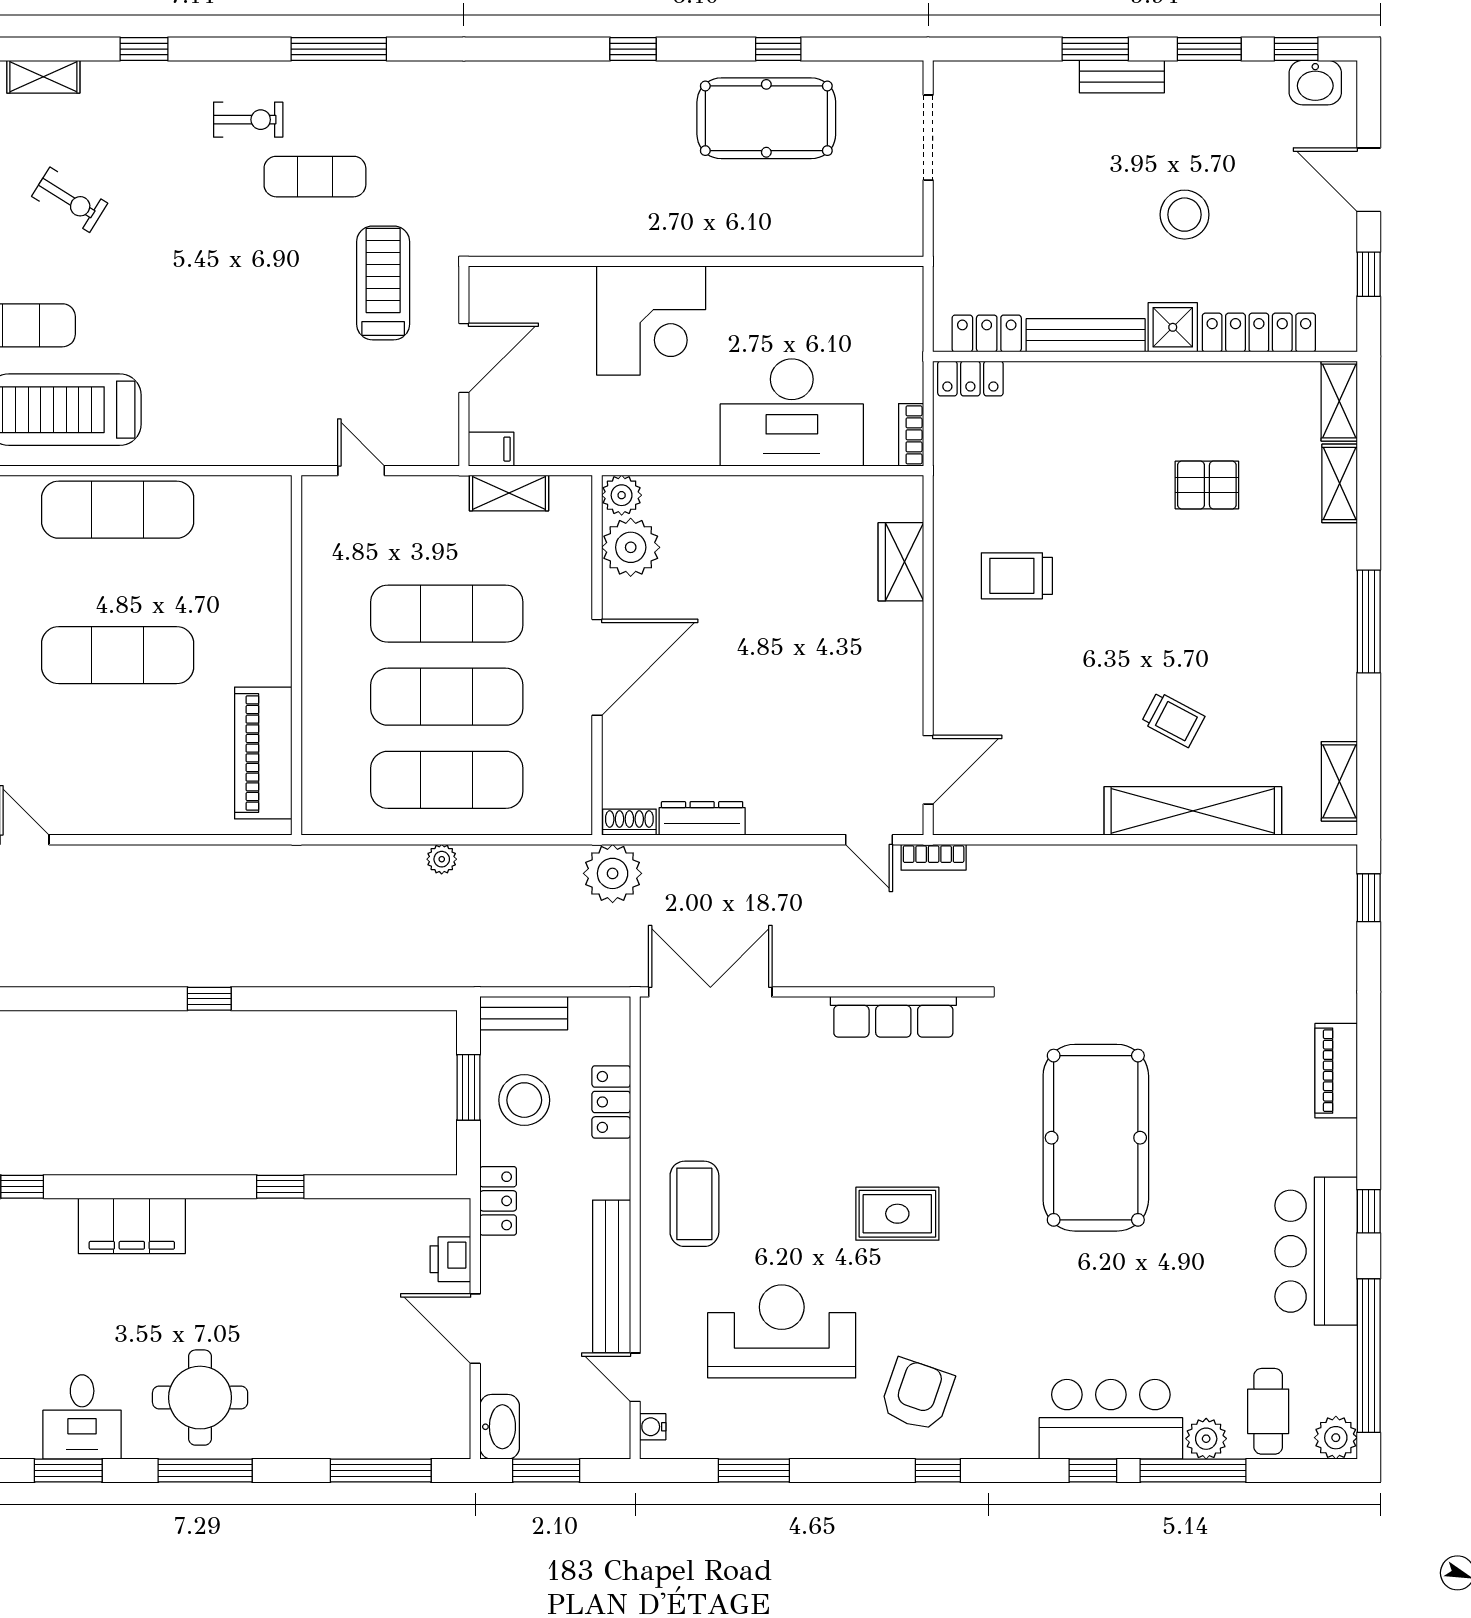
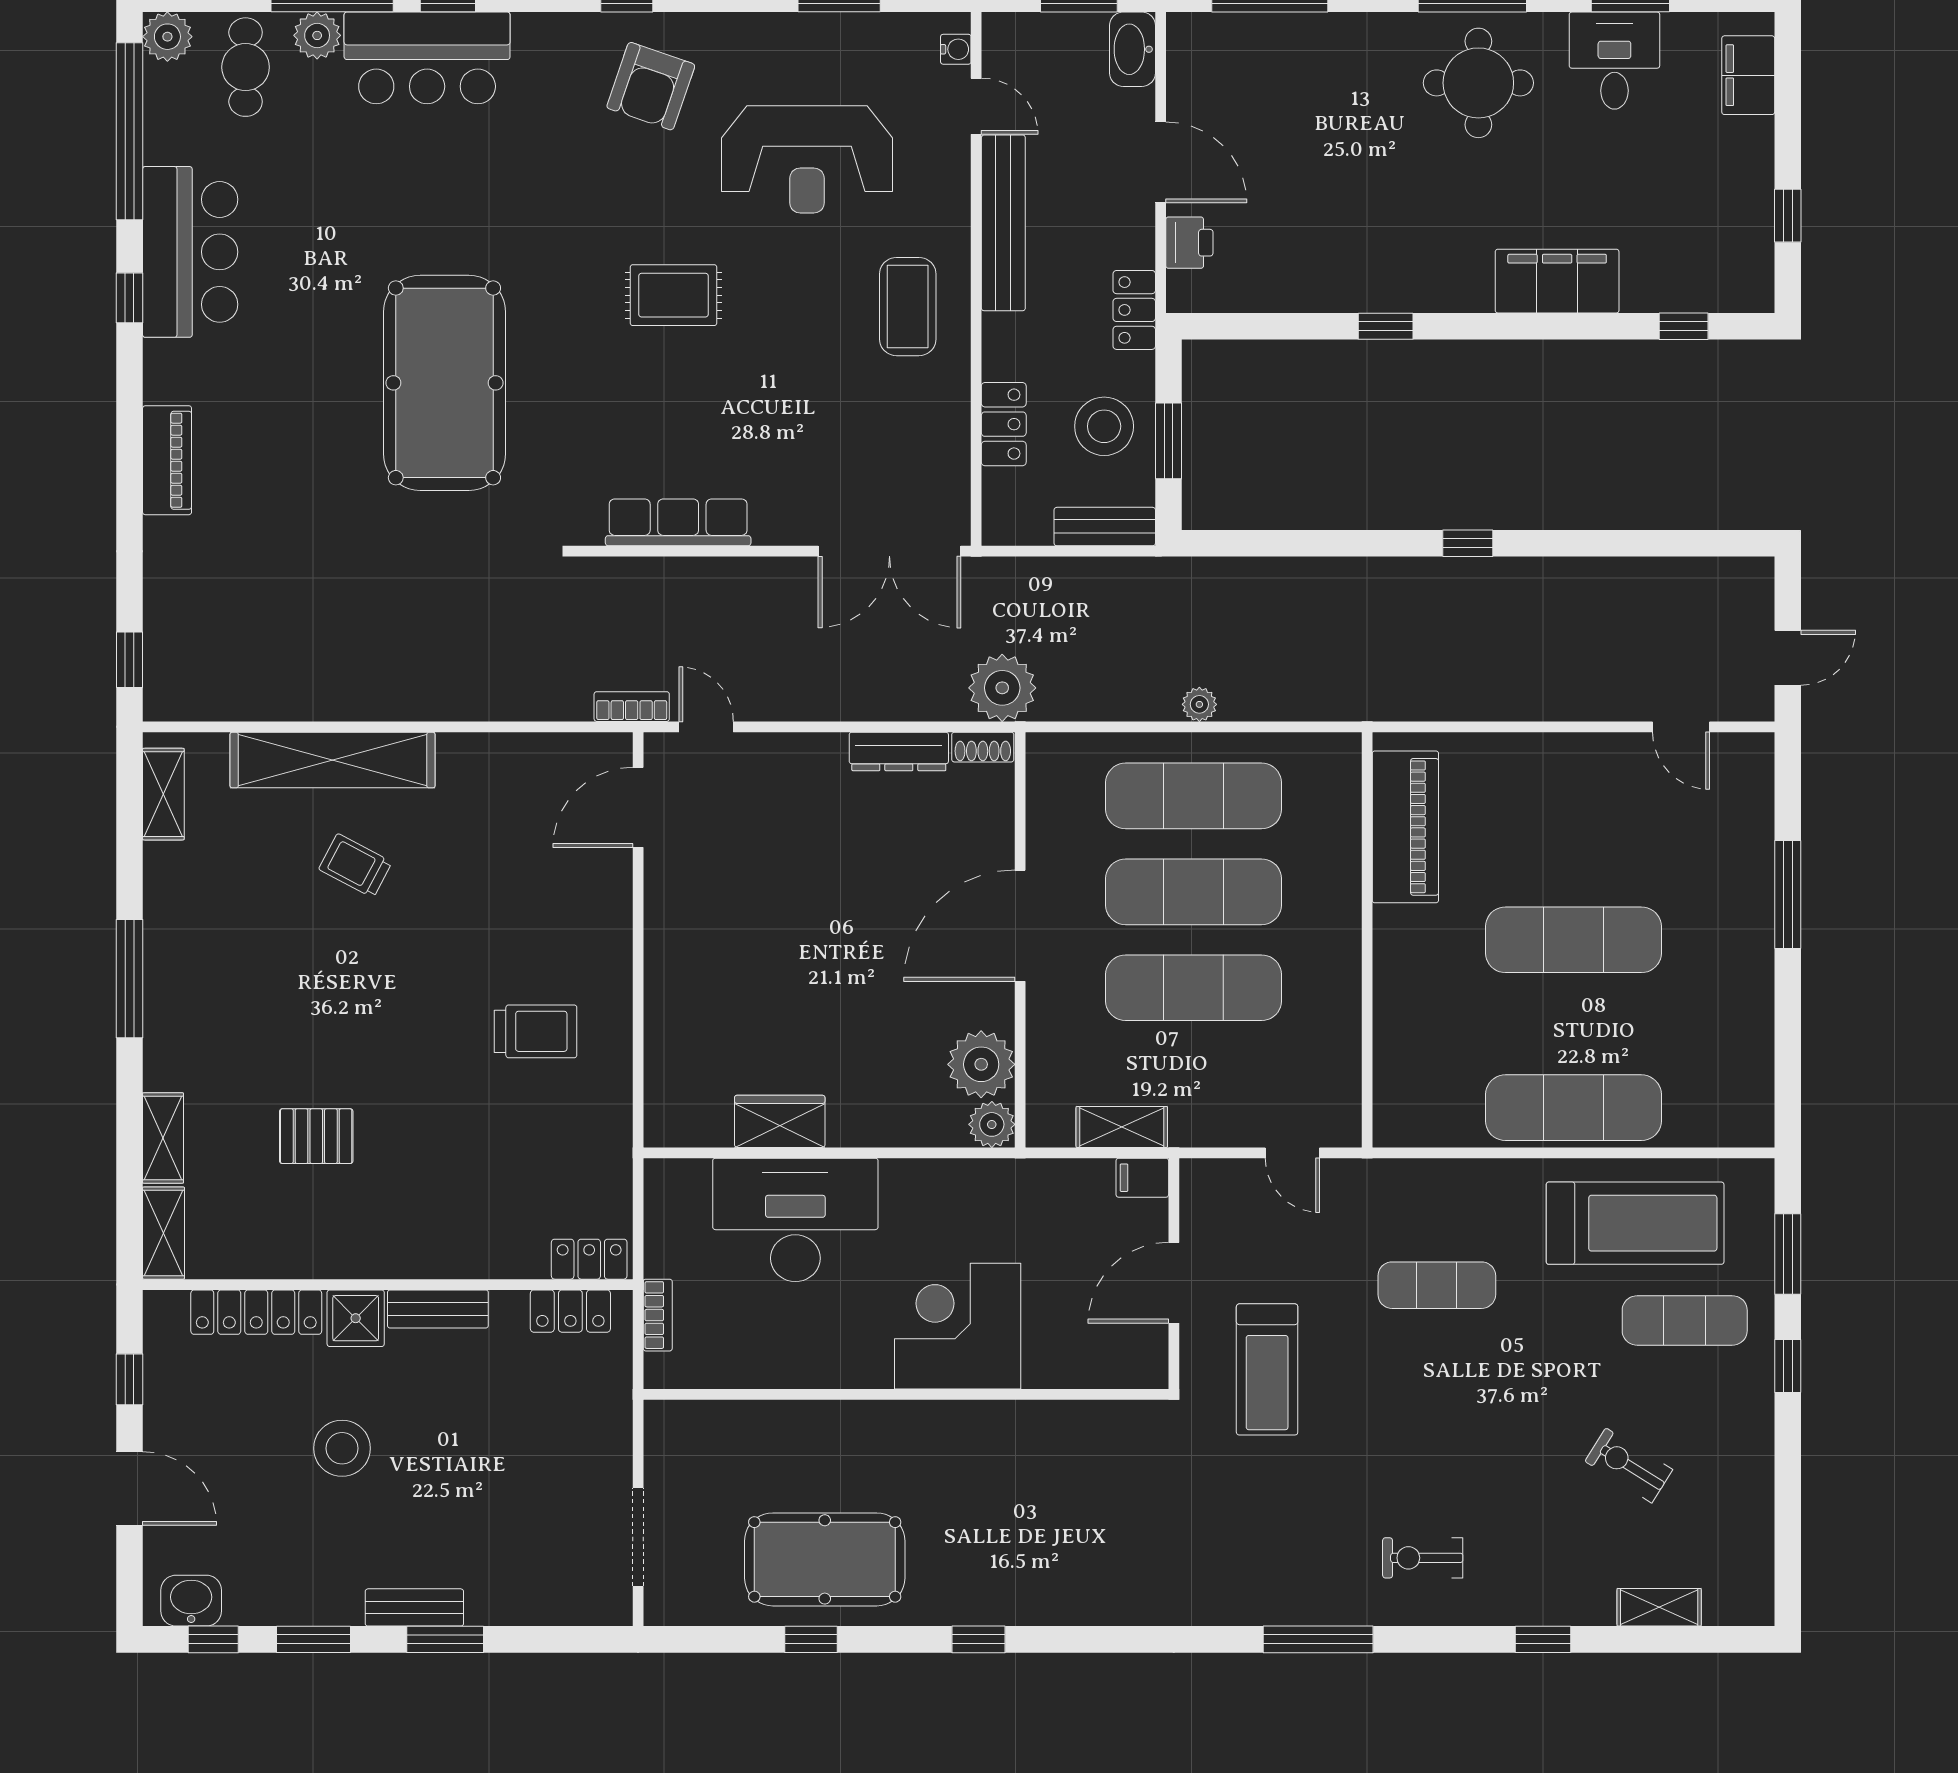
exercise mat: (315, 177) -> (1437, 1285), moved
bench: (1086, 335) -> (438, 1309), width x0.73
bookcase: (911, 435) -> (658, 1315), moved
wardrobe: (901, 562) -> (780, 1121), moved, turned -90

